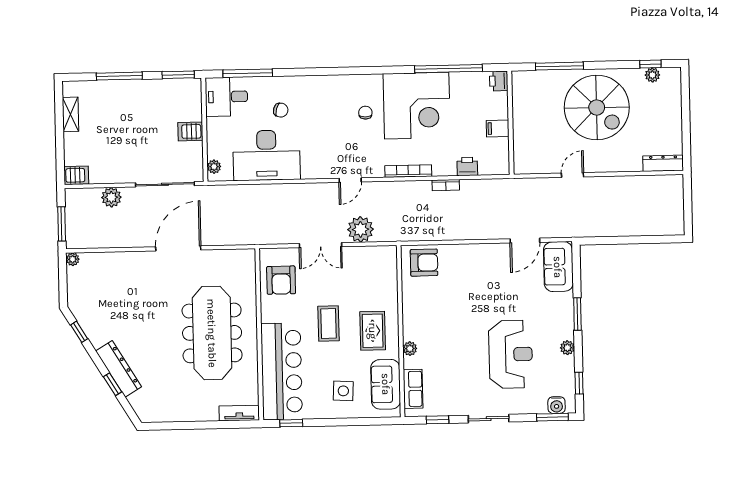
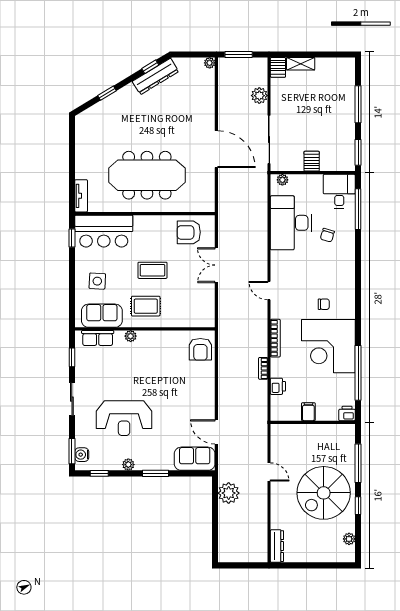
window: (650, 64) -> (358, 506), moved
shelving: (70, 114) -> (301, 64), moved
plant: (360, 229) -> (229, 493), moved
dresser: (119, 369) -> (155, 76), moved
bar counter: (282, 371) -> (104, 231), width x0.73

